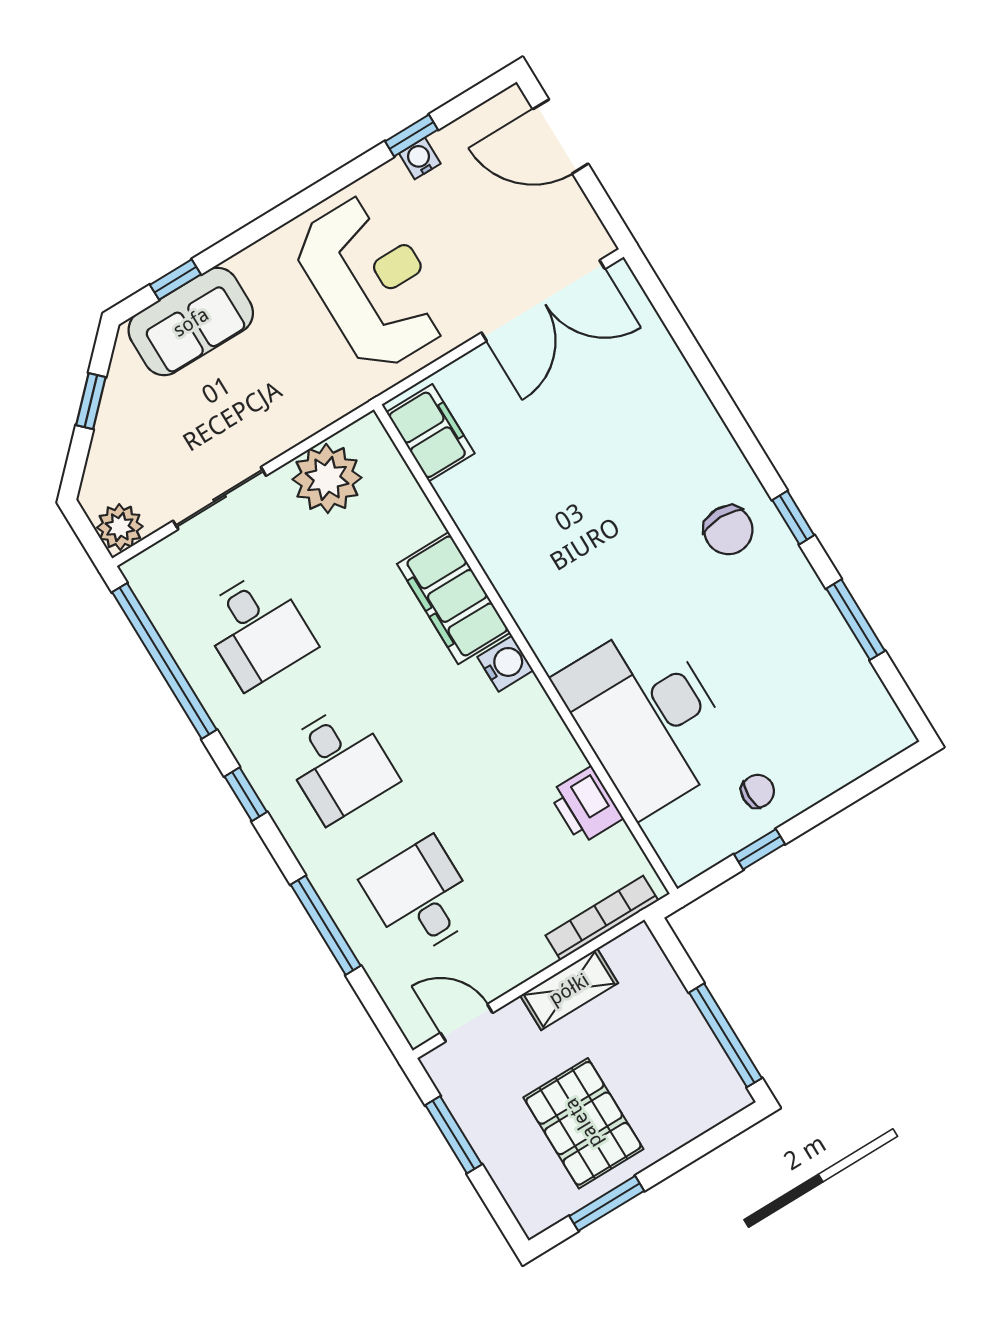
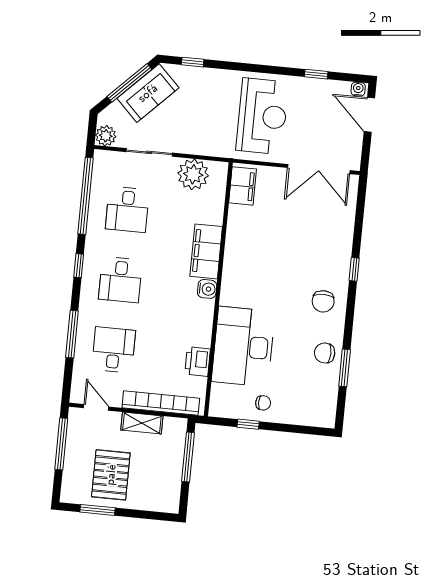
water cooler: (420, 158) -> (358, 89), moved
sofa: (191, 322) -> (148, 93), moved, turned -45
window: (91, 401) -> (129, 83), width x2.17
window: (793, 518) -> (354, 269), moved
chair: (800, 620) -> (325, 353), added
bookcase: (602, 918) -> (161, 403), width x1.48, depth x1.31
window: (725, 1035) -> (188, 457), moved
window: (454, 1135) -> (61, 444), width x1.44

